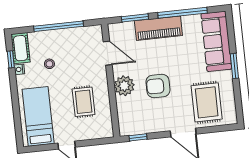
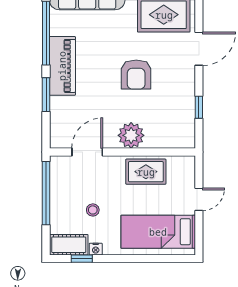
door: (108, 53) -> (87, 152), moved
wall: (111, 80) -> (122, 152), moved
plant: (124, 86) -> (131, 135), moved

